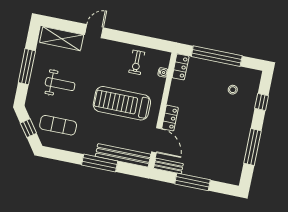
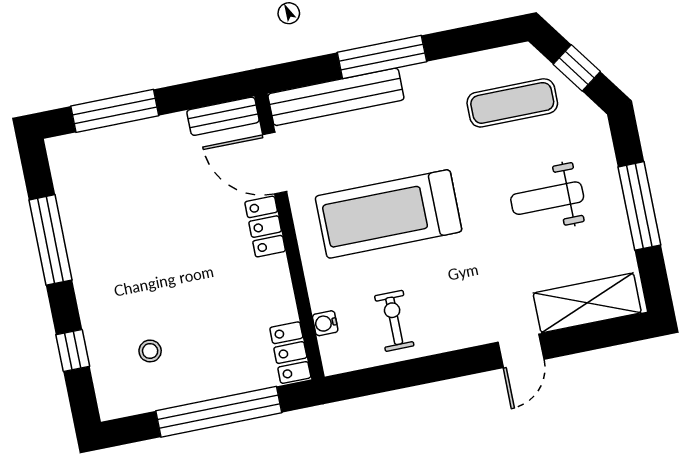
treadmill: (122, 103) -> (389, 214), turned 180
window: (192, 182) -> (115, 111), moved

